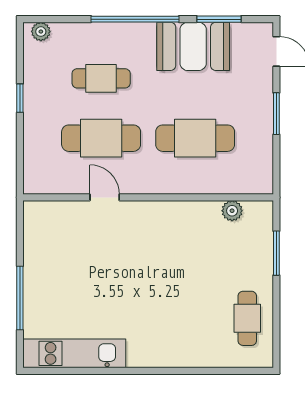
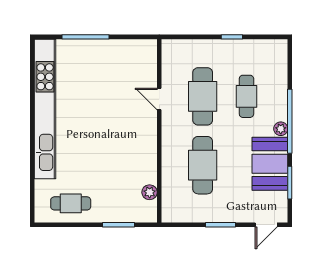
plant: (41, 32) -> (281, 129), moved
door: (105, 197) -> (159, 99), swing flipped
kitchen unit: (74, 353) -> (45, 109), width x1.86

